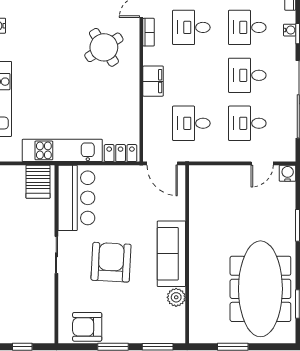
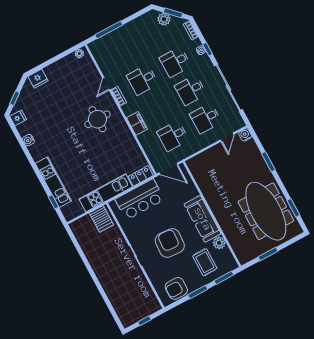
round table: (104, 47) -> (97, 119), turned 33
bar counter: (76, 198) -> (140, 199), moved, turned 90
rug: (144, 313) -> (205, 262), added

